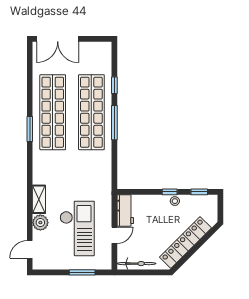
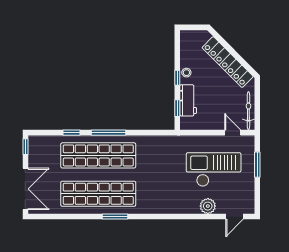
window: (100, 39) -> (25, 147), added
window: (199, 192) -> (177, 108), moved
shelving: (39, 199) -> (185, 208), removed
workbench: (125, 210) -> (188, 100), moved, turned 90
door: (114, 235) -> (233, 133), moved
door: (30, 249) -> (234, 217), hinge flipped

